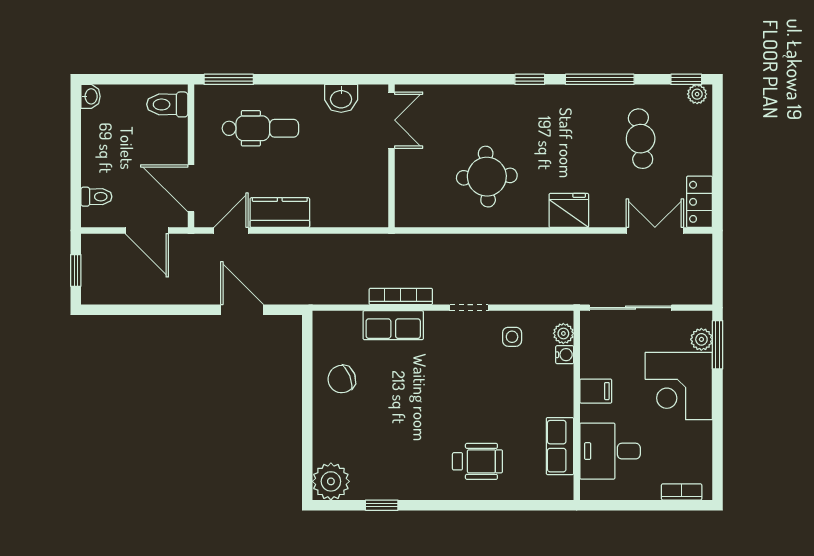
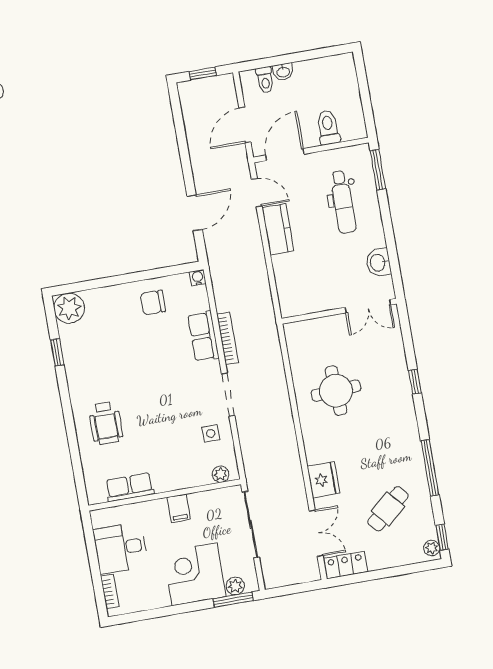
window: (530, 79) -> (415, 382), moved
washbasin: (91, 96) -> (283, 72), moved
toilet: (167, 104) -> (328, 127), moved
cafe table: (641, 139) -> (388, 509), turned -35
fridge: (569, 210) -> (323, 480), moved
doorway: (469, 308) -> (228, 395), width x1.38
water cooler: (565, 355) -> (198, 278), moved, turned 180
chair: (342, 379) -> (153, 302), turned -69
desk: (610, 451) -> (121, 548), moved, turned -90

